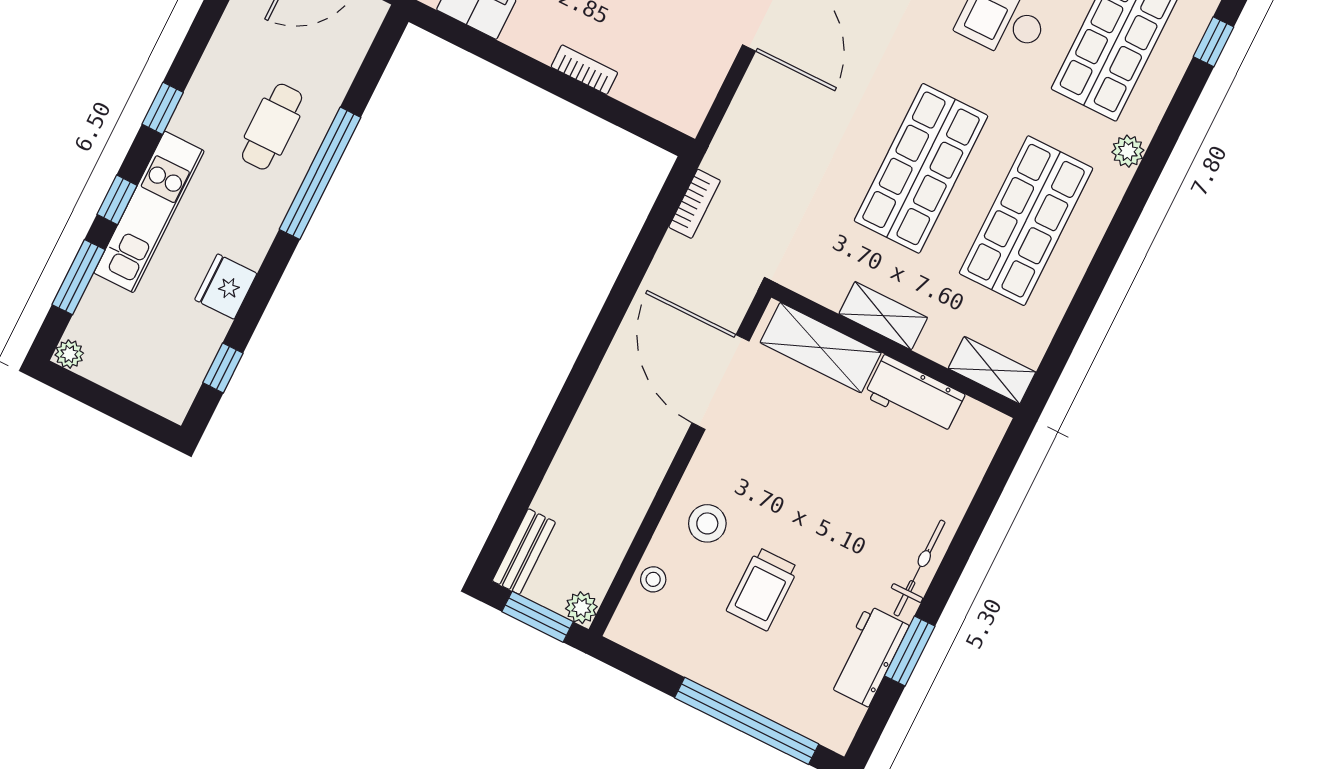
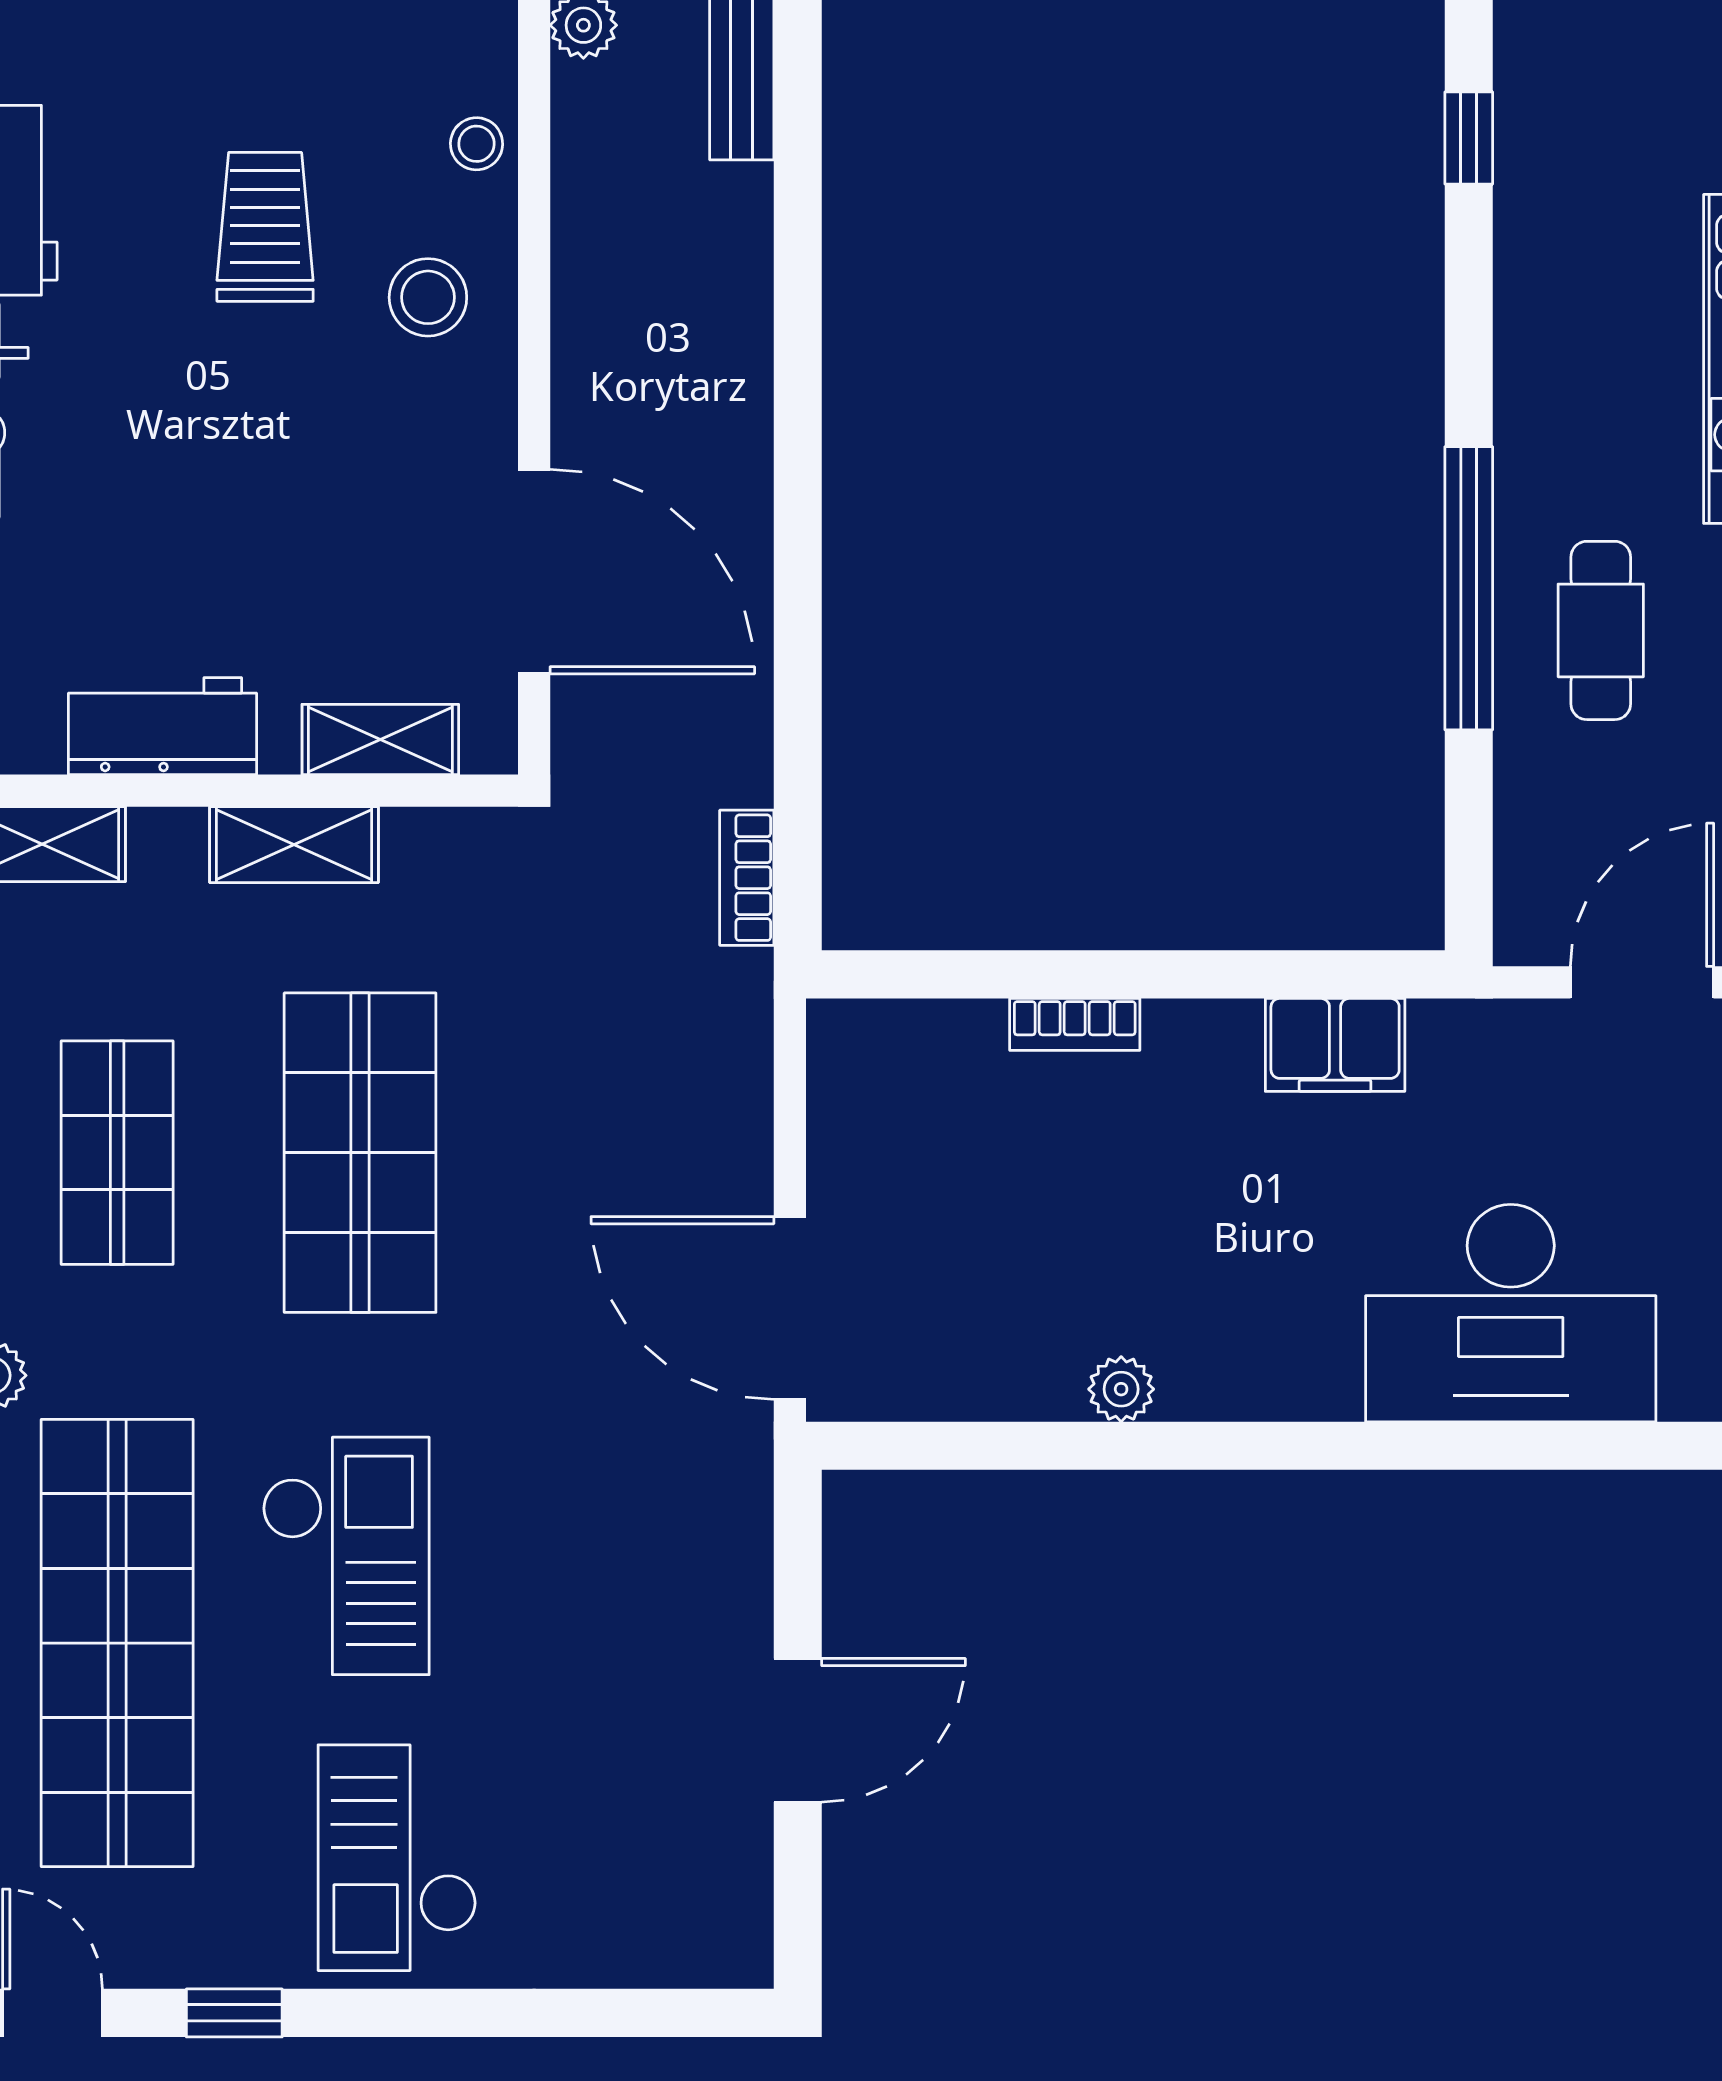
shop shelf: (1026, 221) -> (117, 1153), width x0.70, depth x0.74
fridge: (226, 287) -> (1539, 291), removed
shelving: (821, 348) -> (380, 740), width x0.67, depth x0.75

